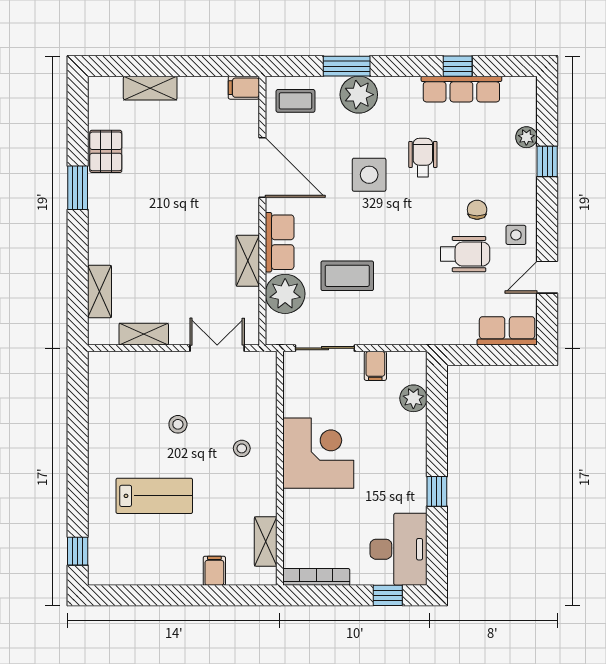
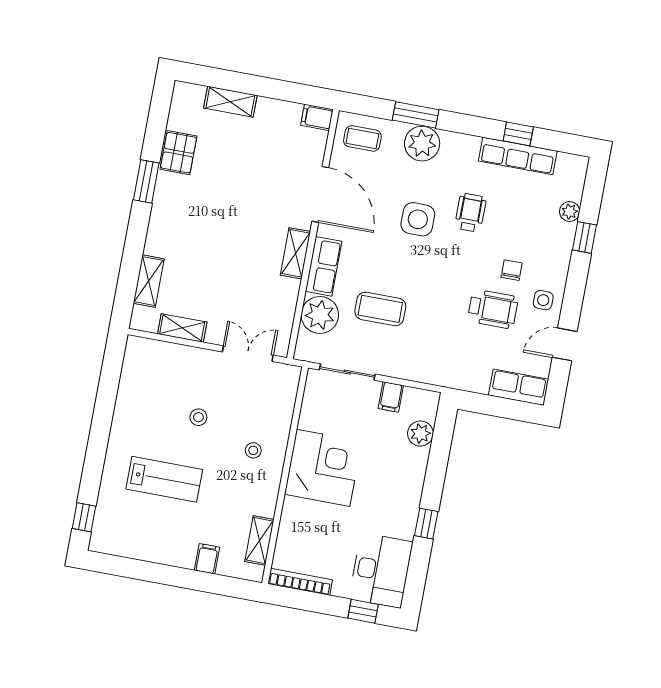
shelving: (248, 261) -> (295, 253), moved

